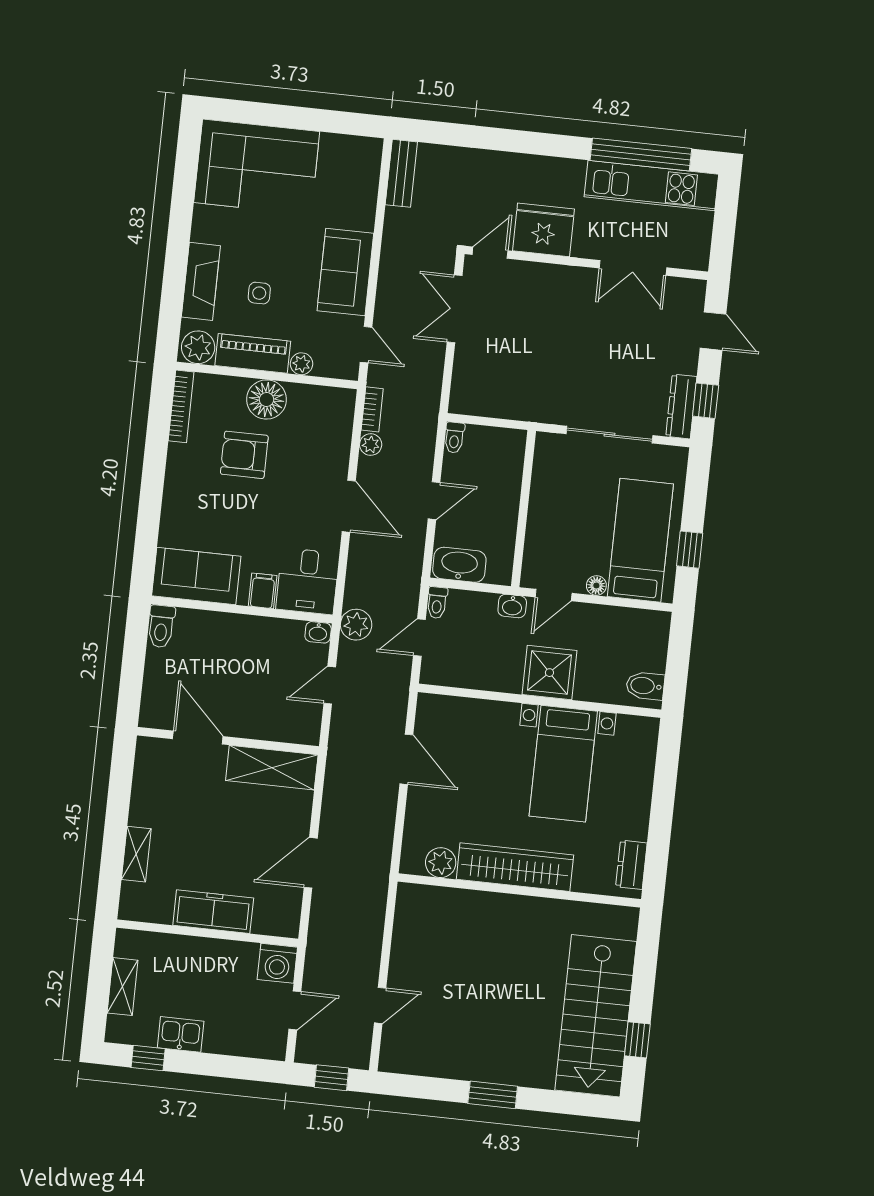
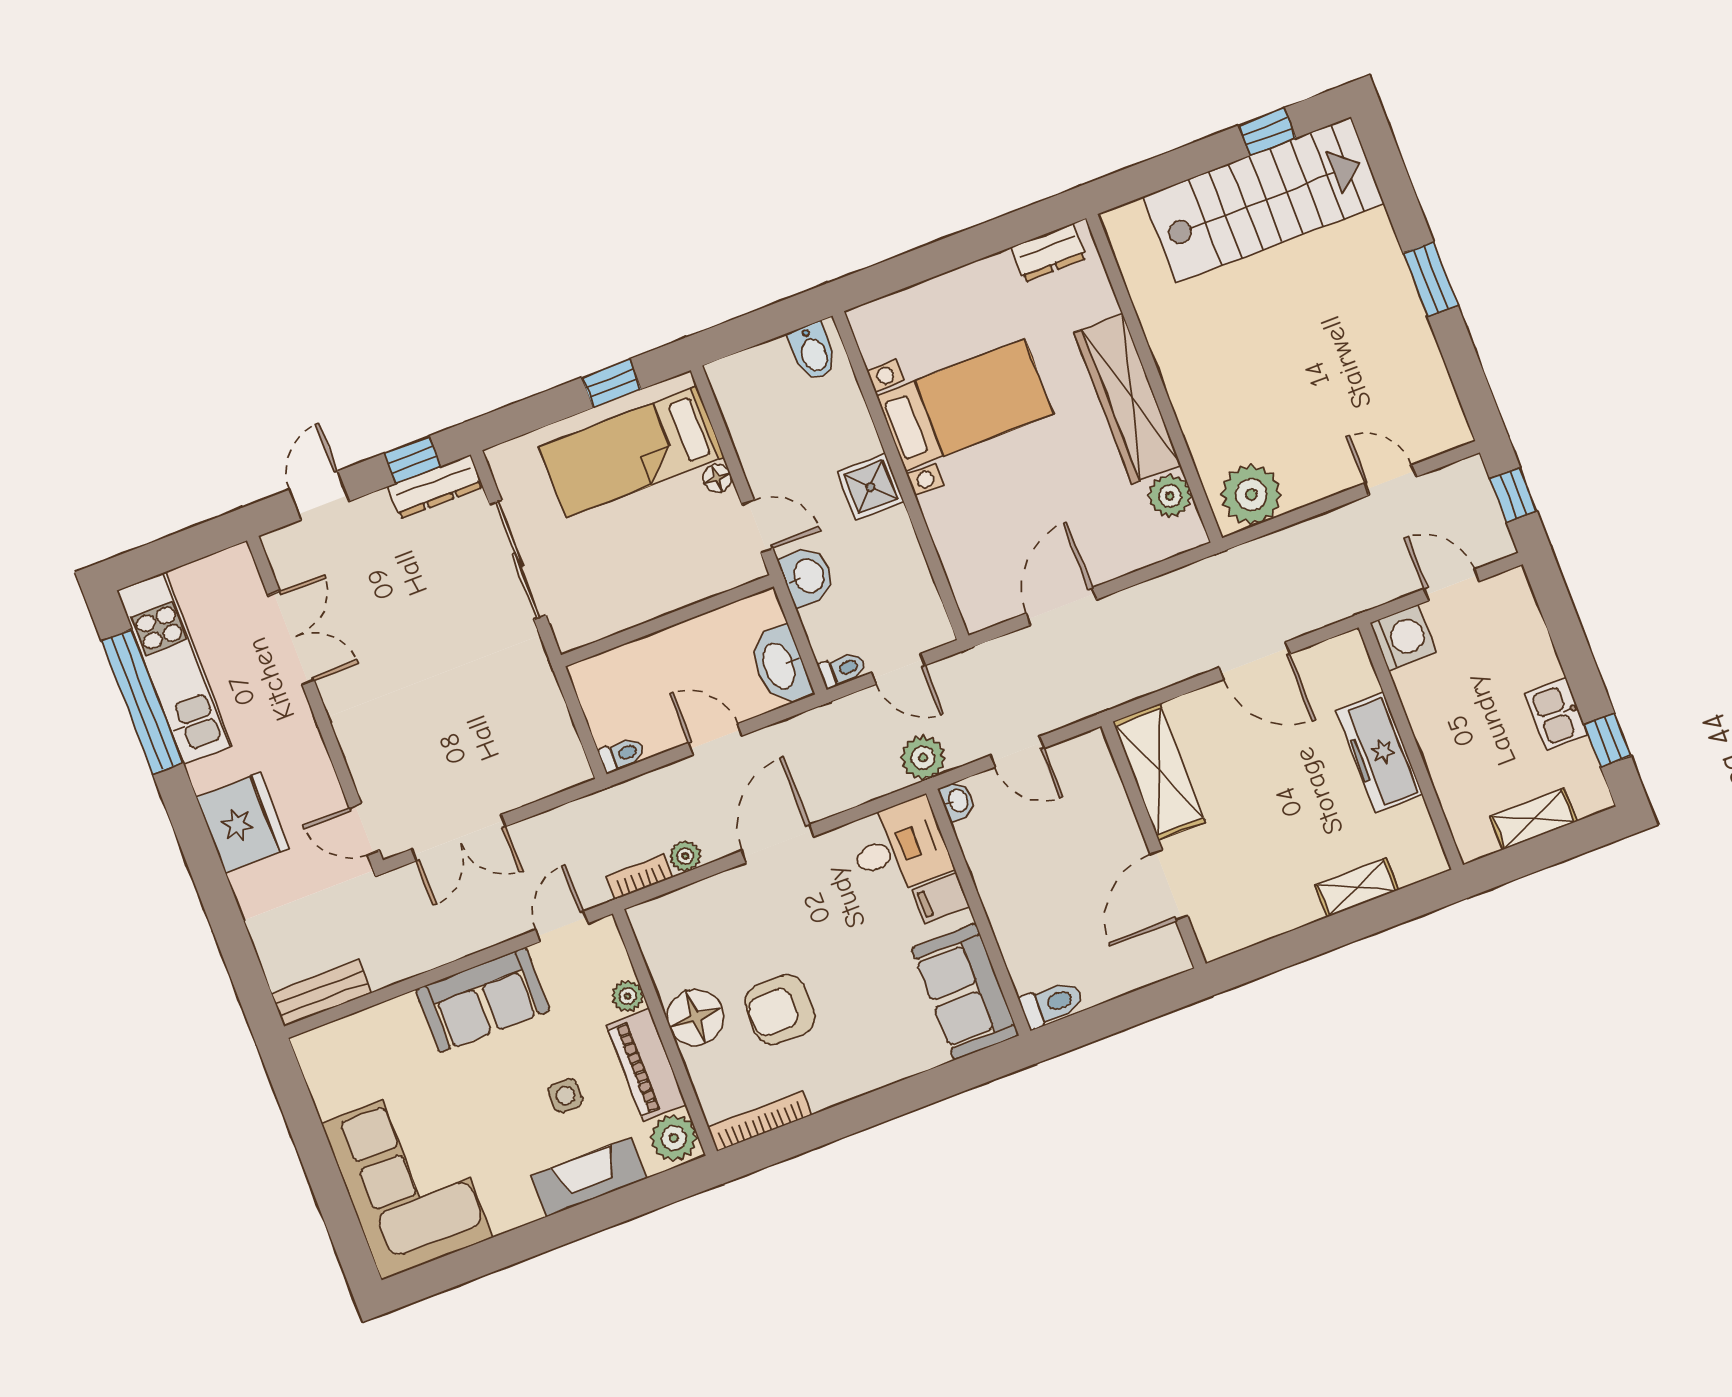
fridge: (544, 230) -> (243, 823), moved, turned 180
armchair: (244, 455) -> (780, 1010), turned 90
washbasin: (512, 606) -> (807, 576), width x1.38, depth x1.45
shower: (549, 673) -> (871, 487), width x0.73, depth x0.73
plant: (416, 914) -> (1251, 495), added

